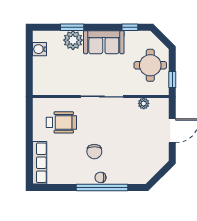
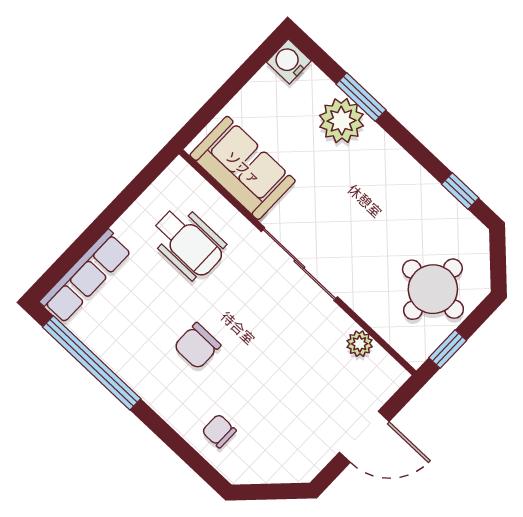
sofa: (104, 42) -> (243, 168), moved, turned 180
water cooler: (40, 49) -> (289, 61), moved
chair: (100, 177) -> (219, 431), moved
window: (102, 188) -> (92, 363), moved

